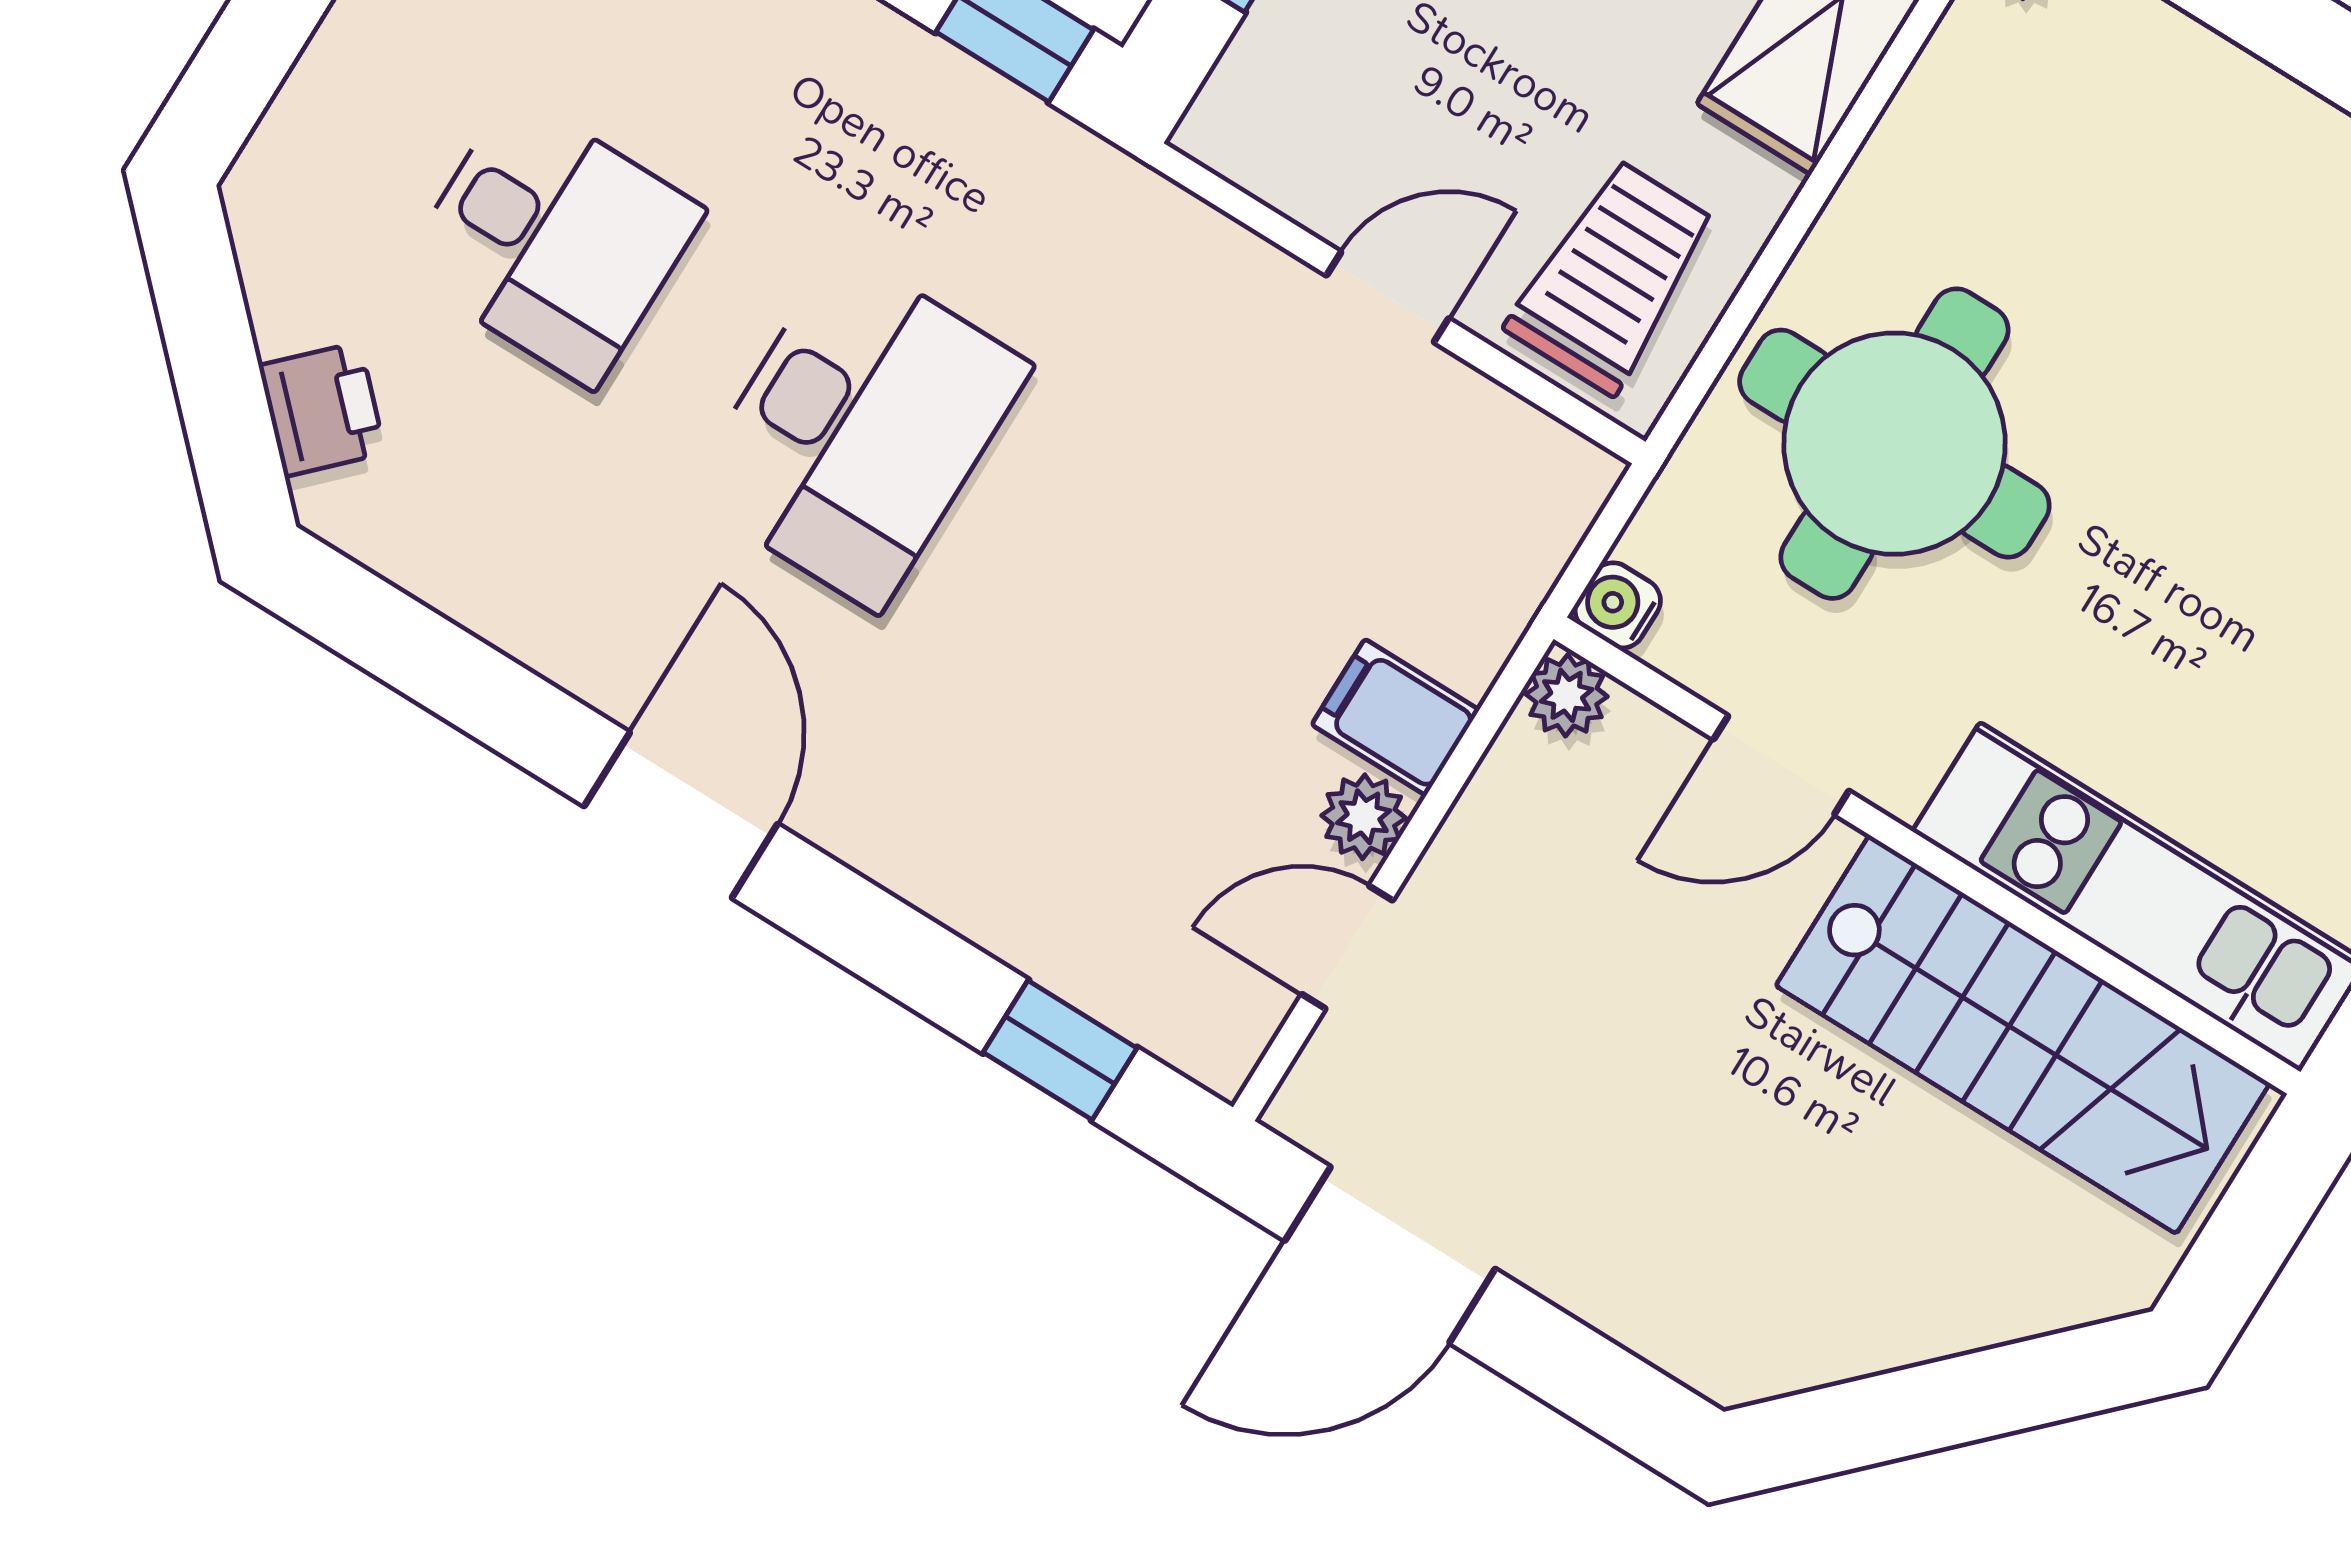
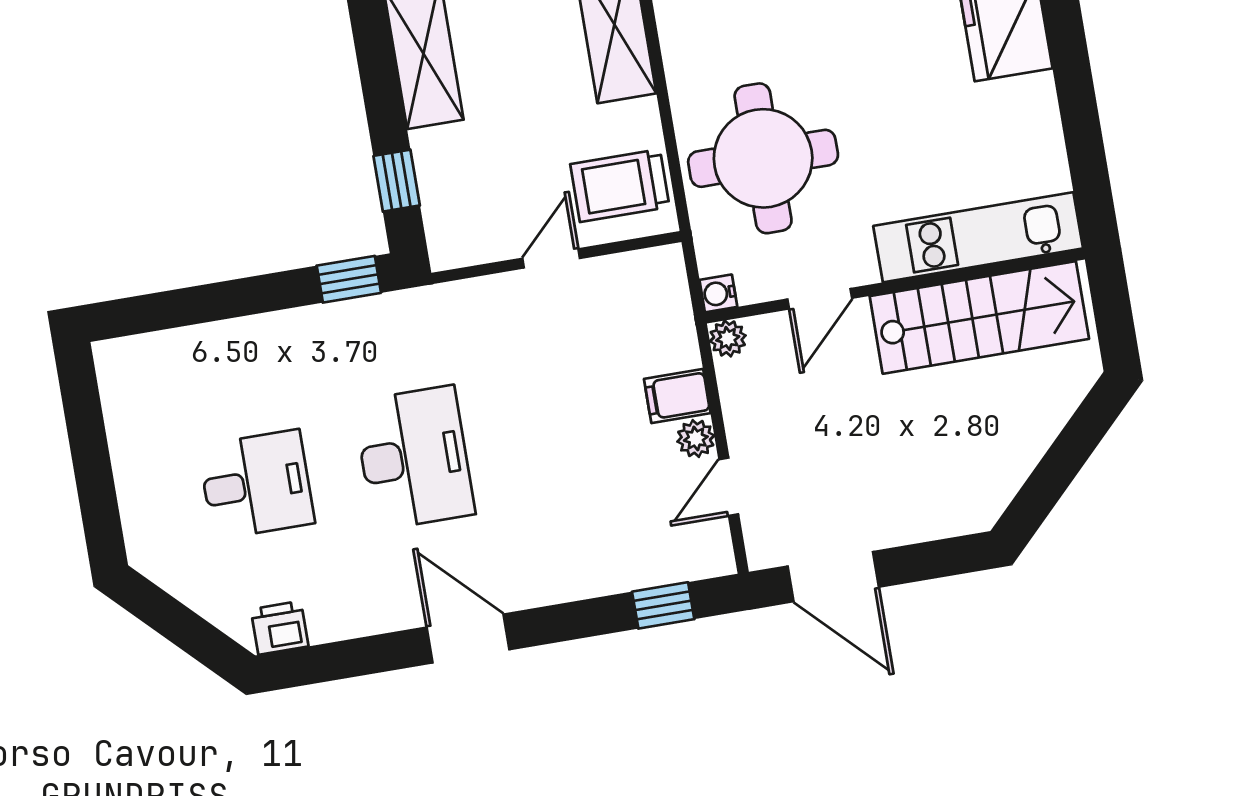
trolley: (1612, 276) -> (620, 186), turned -90
printer: (322, 409) -> (280, 628), moved, turned -45
door: (1390, 1255) -> (833, 577), hinge flipped

